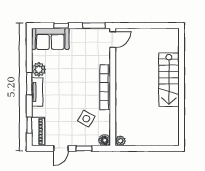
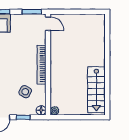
door: (113, 40) -> (48, 24), hinge flipped
stairs: (169, 80) -> (96, 90), moved

